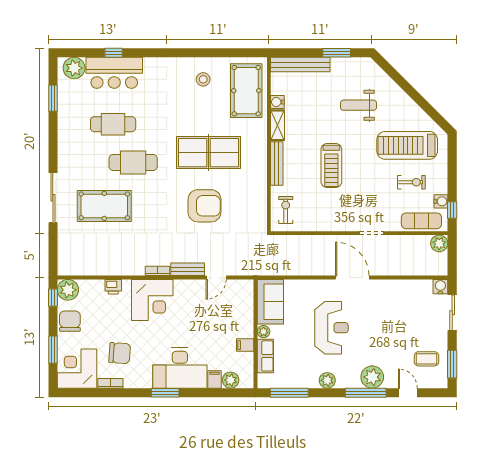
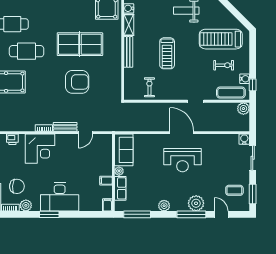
exercise bike: (286, 210) -> (149, 87), moved
reception desk: (331, 328) -> (182, 160), moved, turned 90
filing cabinet: (215, 379) -> (107, 205), moved
plant: (231, 380) -> (26, 205), moved

